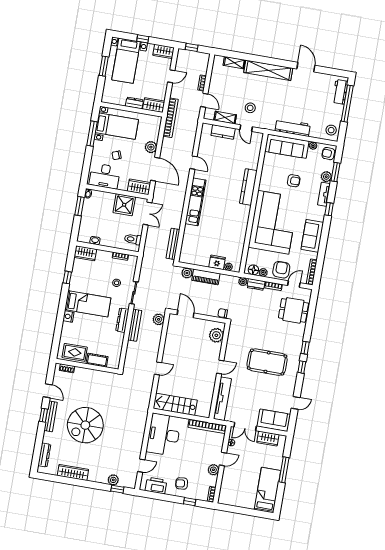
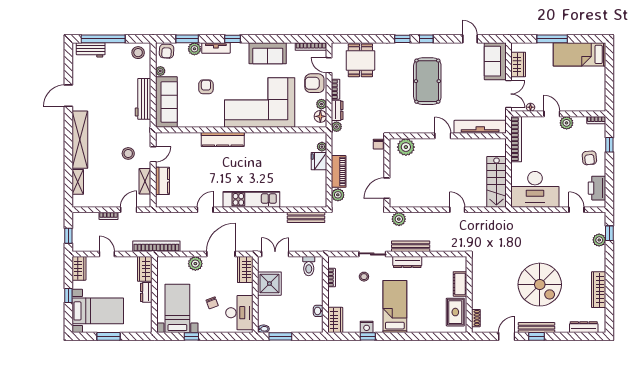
window: (92, 134) -> (191, 336), width x0.46
nightstand: (68, 316) -> (367, 327), moved

